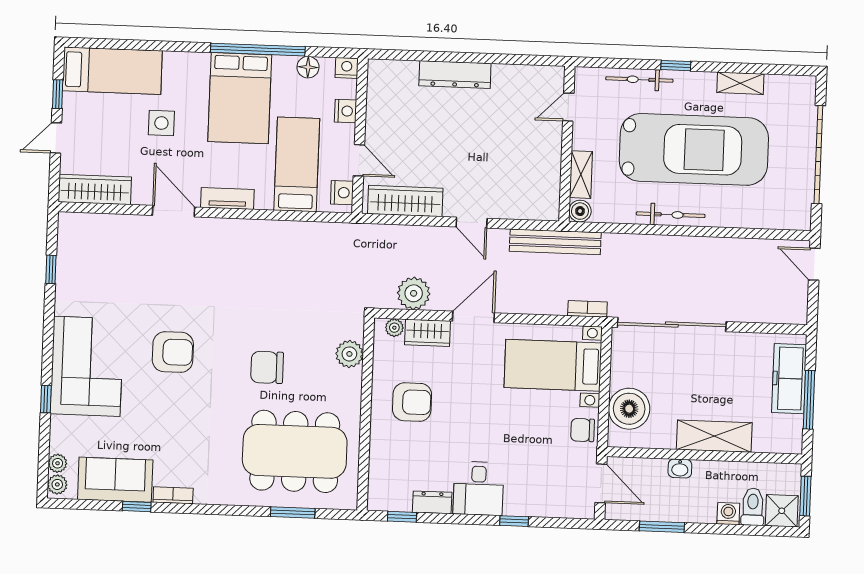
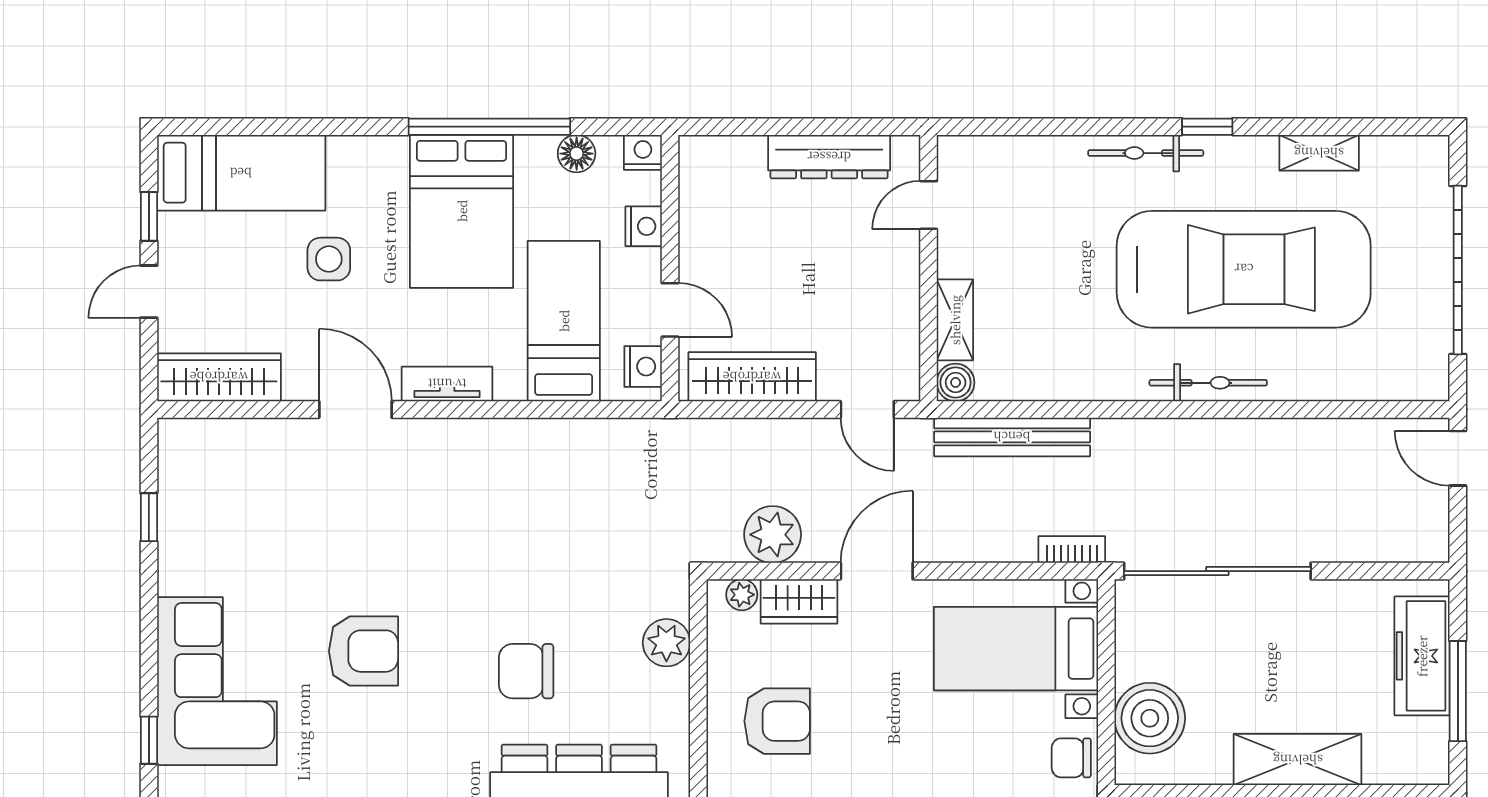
door: (568, 107) -> (929, 205), moved
wall: (567, 144) -> (929, 268), moved
shelving: (581, 175) -> (955, 320), moved
boiler: (580, 211) -> (956, 382), moved

